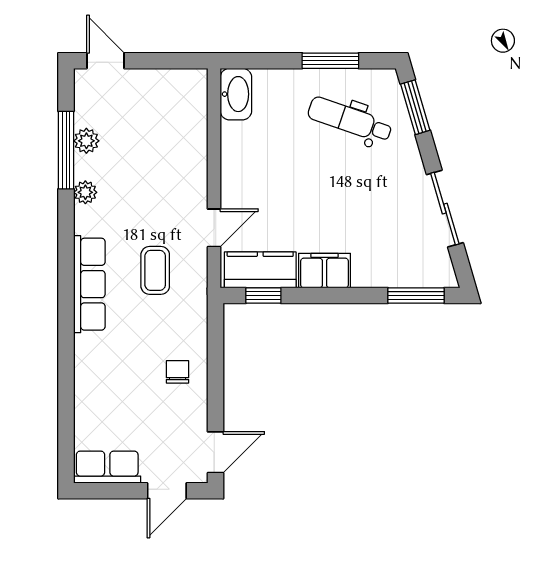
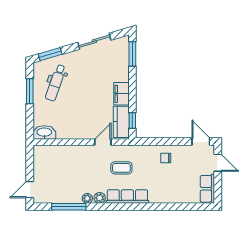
plant: (86, 141) -> (100, 198), moved
door: (214, 228) -> (103, 142), hinge flipped

